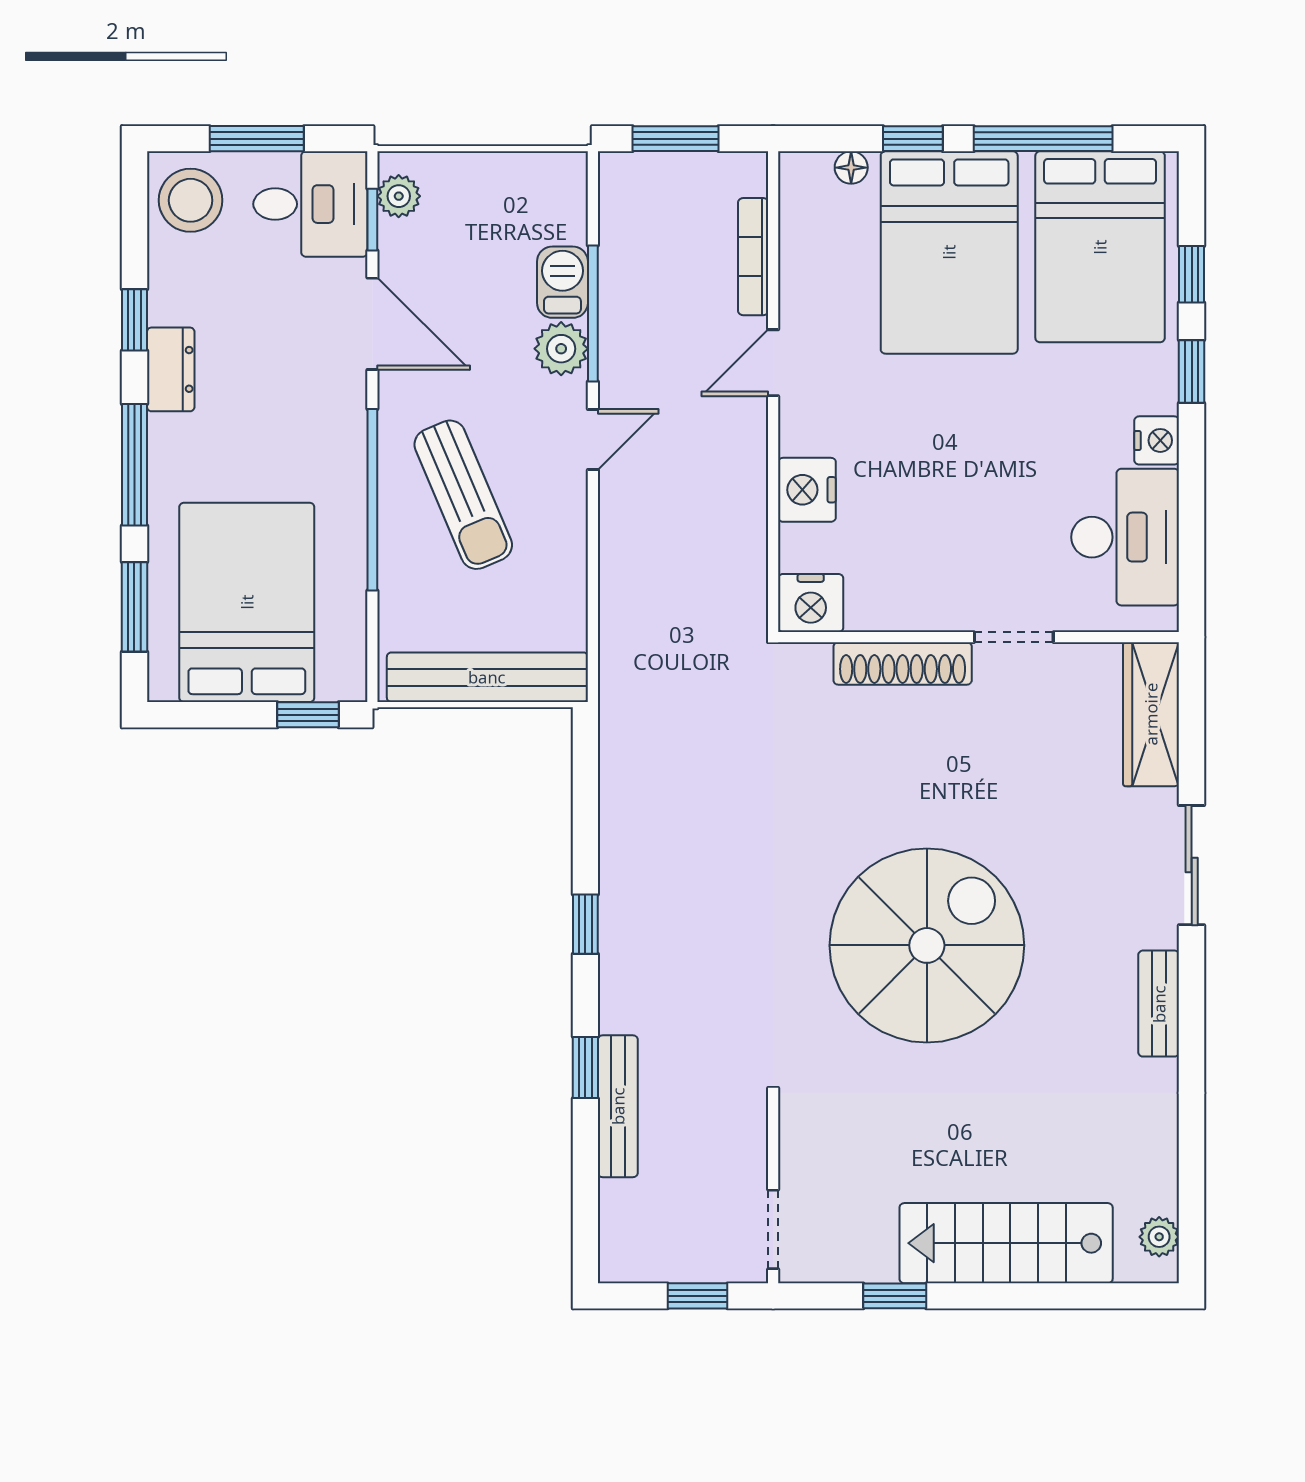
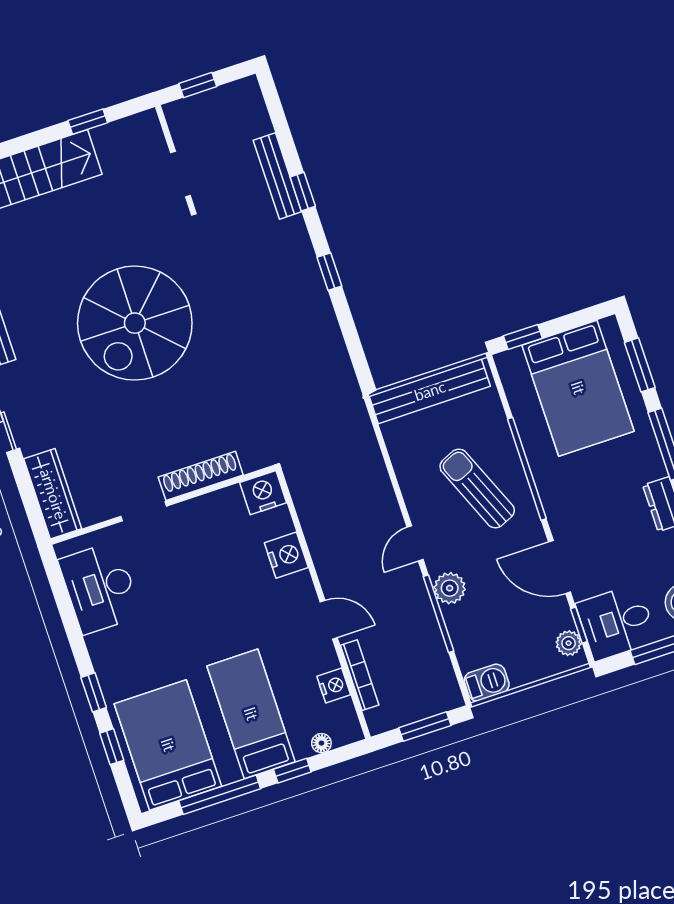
bed: (949, 252) -> (251, 714), width x0.67
barbecue: (562, 282) -> (487, 683), moved, turned -90
door: (773, 363) -> (329, 620), hinge flipped
nightstand: (1157, 440) -> (334, 686), moved, turned 180
doorway: (773, 1229) -> (180, 174), moved

